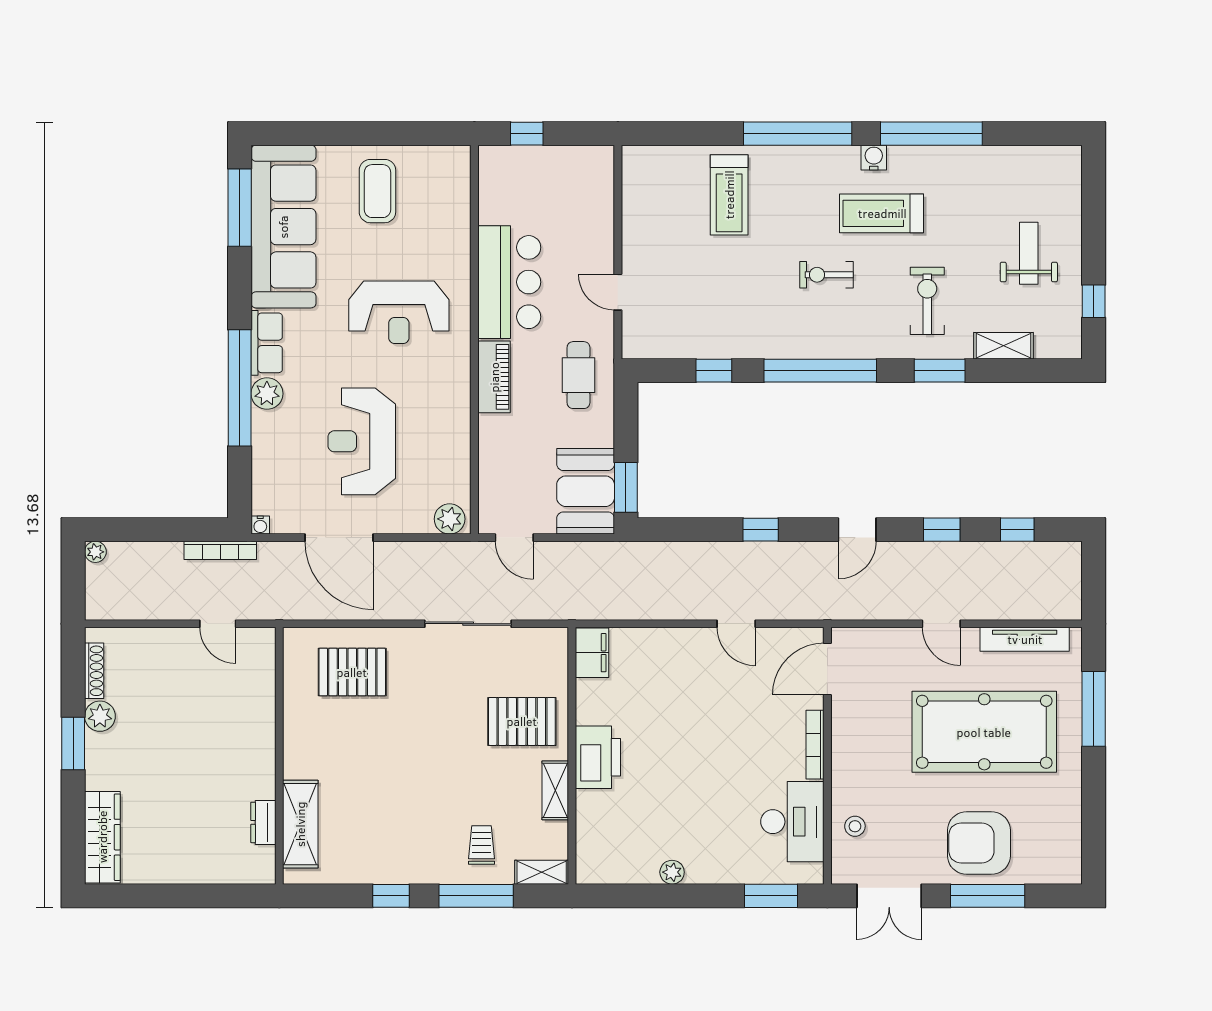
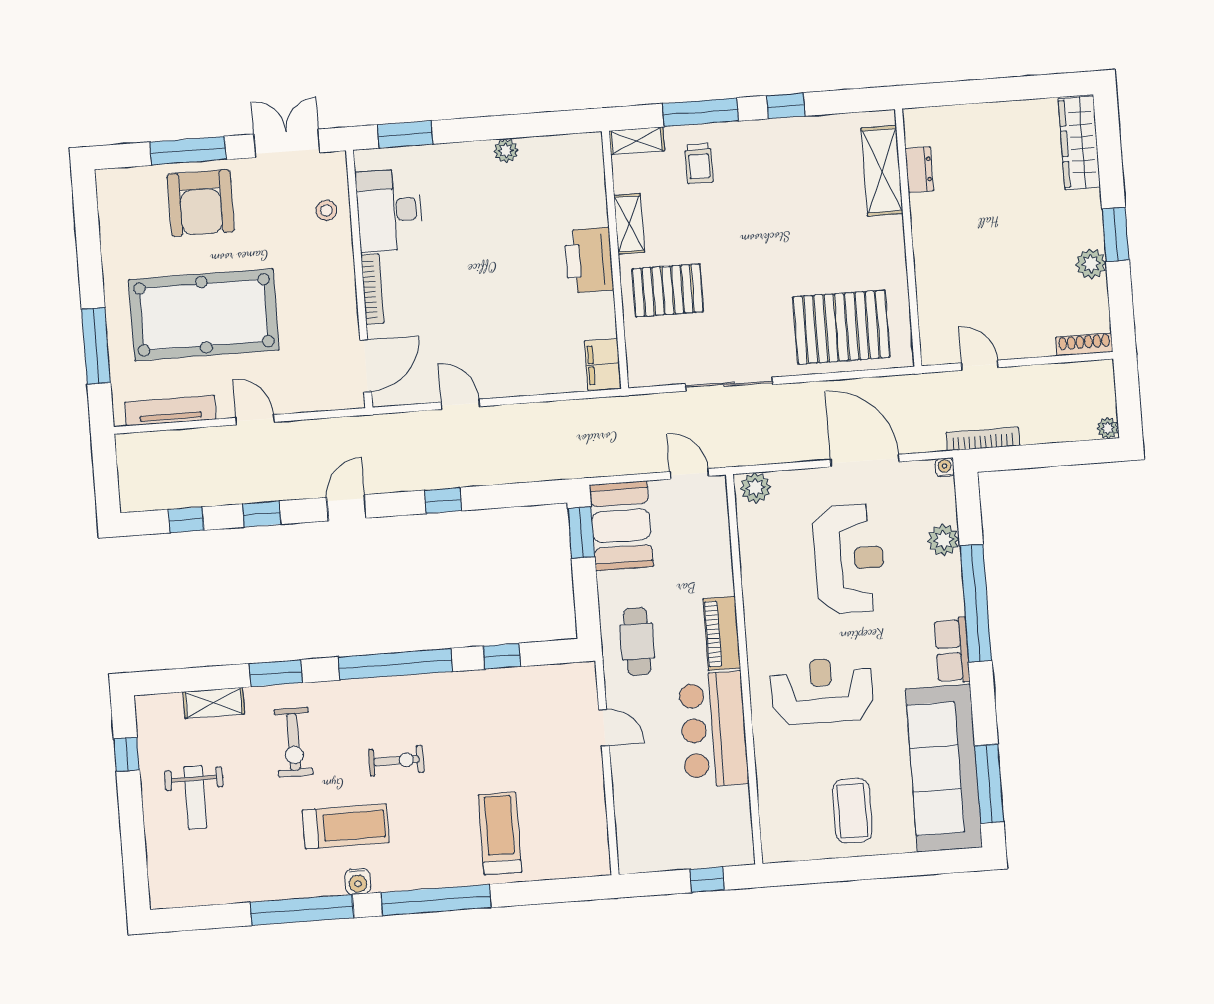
plant: (267, 394) -> (943, 540), moved
shoe rack: (94, 671) -> (1084, 344), moved, turned 90
pallet: (352, 672) -> (841, 327), width x1.37, depth x1.41
armchair: (979, 843) -> (201, 203), turned 90

